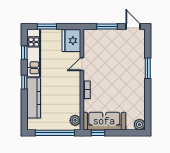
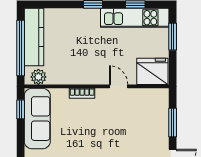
kitchen counter: (34, 98) -> (34, 37), moved, turned -90

